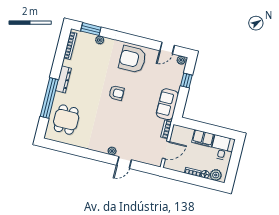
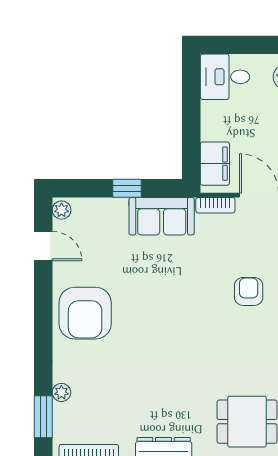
window: (186, 80) -> (127, 188), moved
armchair: (116, 93) -> (249, 291), moved
filing cabinet: (203, 138) -> (215, 164), moved

